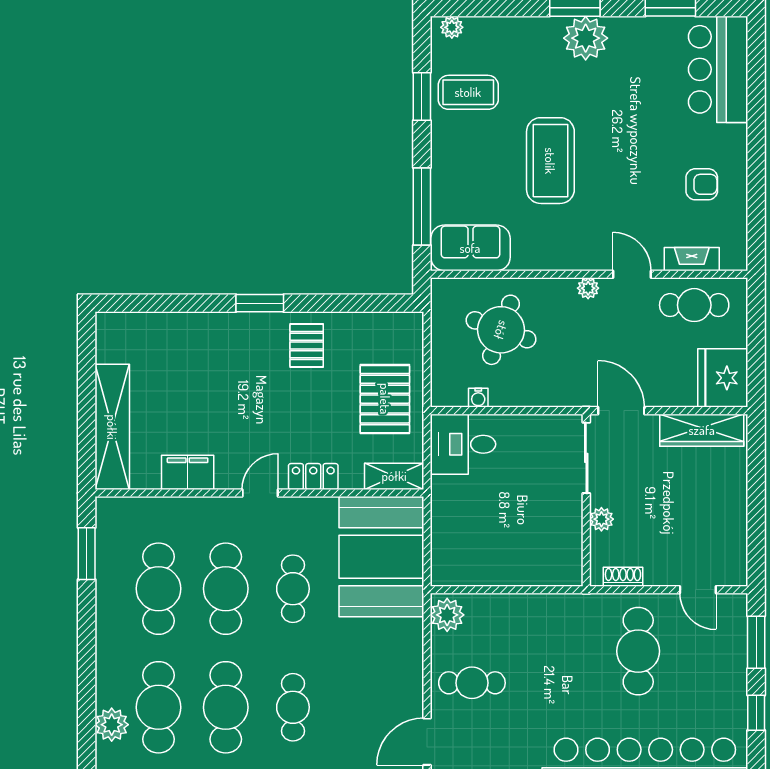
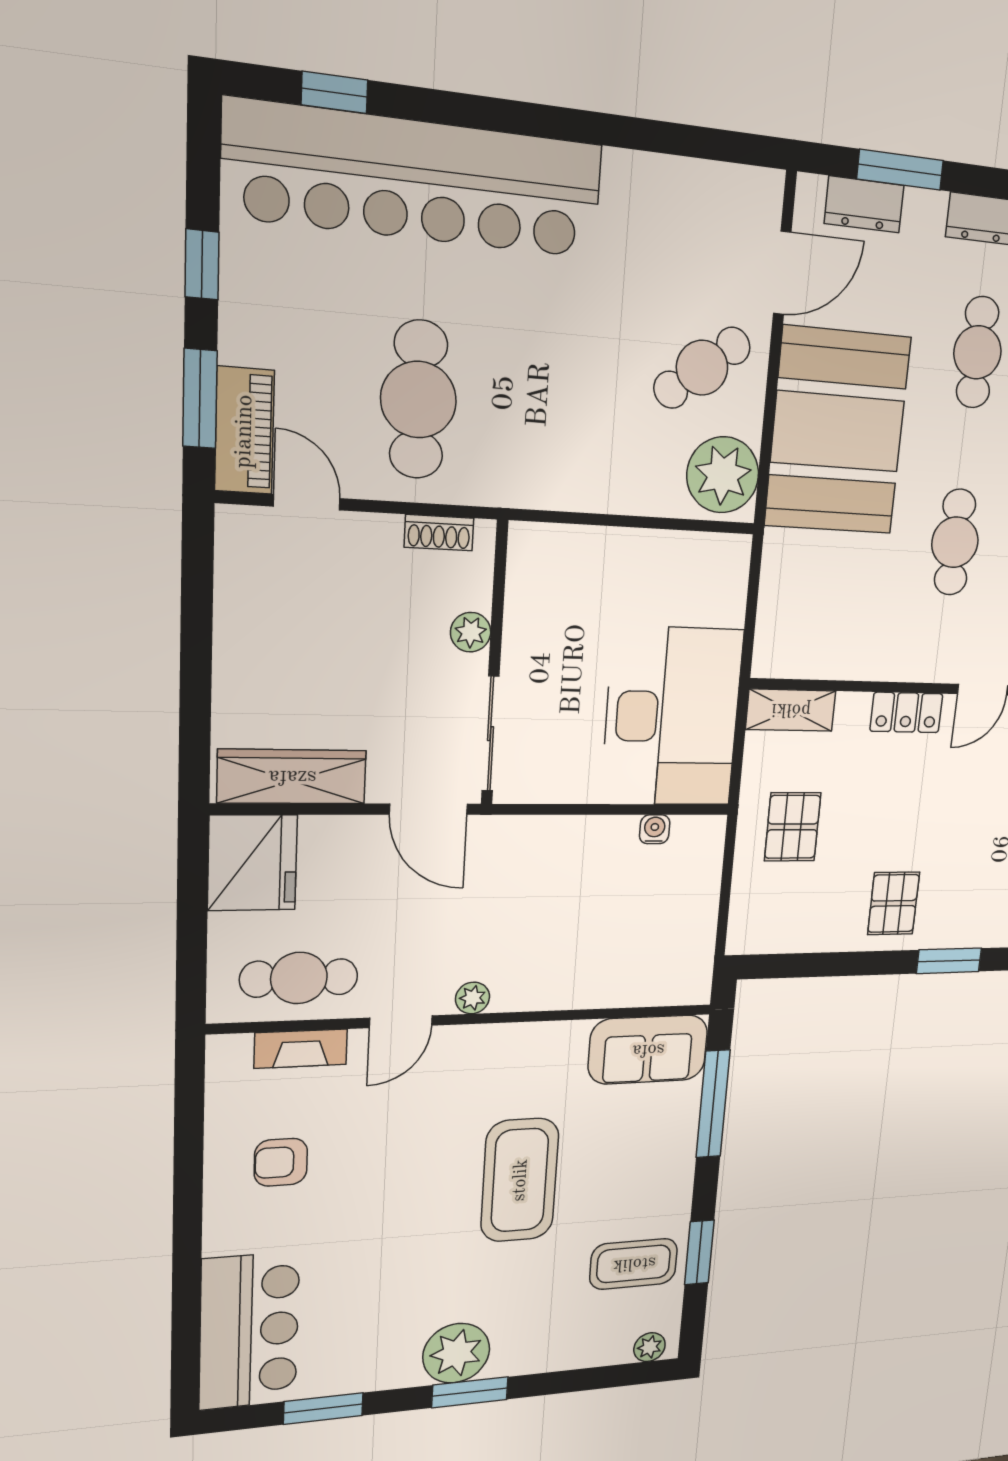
door: (632, 274) -> (401, 1022), hinge flipped
round table: (501, 330) -> (612, 932), removed
pallet: (385, 399) -> (793, 827), width x0.67, depth x0.71
desk: (463, 444) -> (672, 717), width x1.87, depth x1.30
booth: (381, 557) -> (838, 431), moved
plant: (447, 615) -> (723, 475), width x1.36, depth x1.36
piano: (733, 627) -> (244, 431), added
cafe table: (472, 683) -> (702, 368), turned -38

